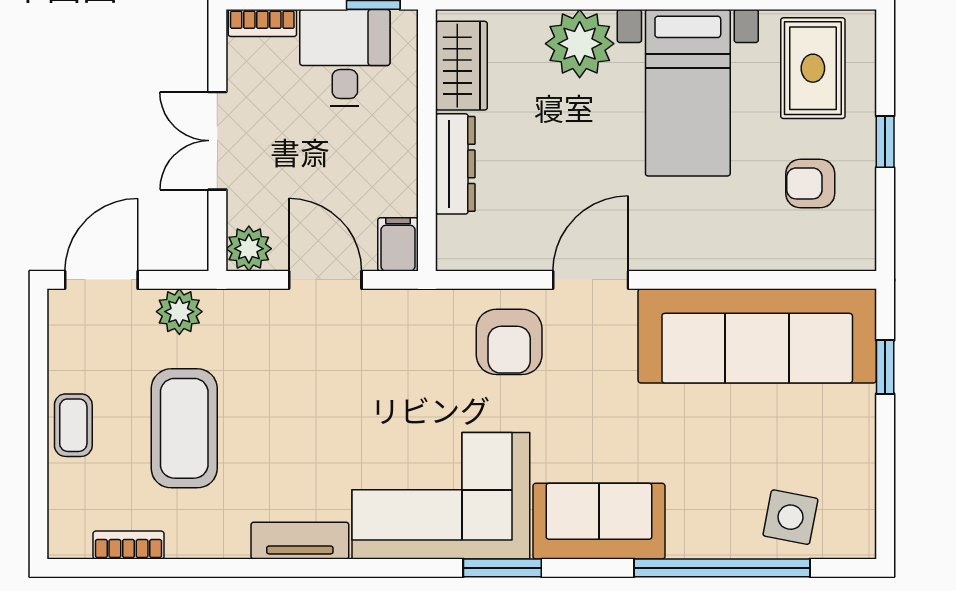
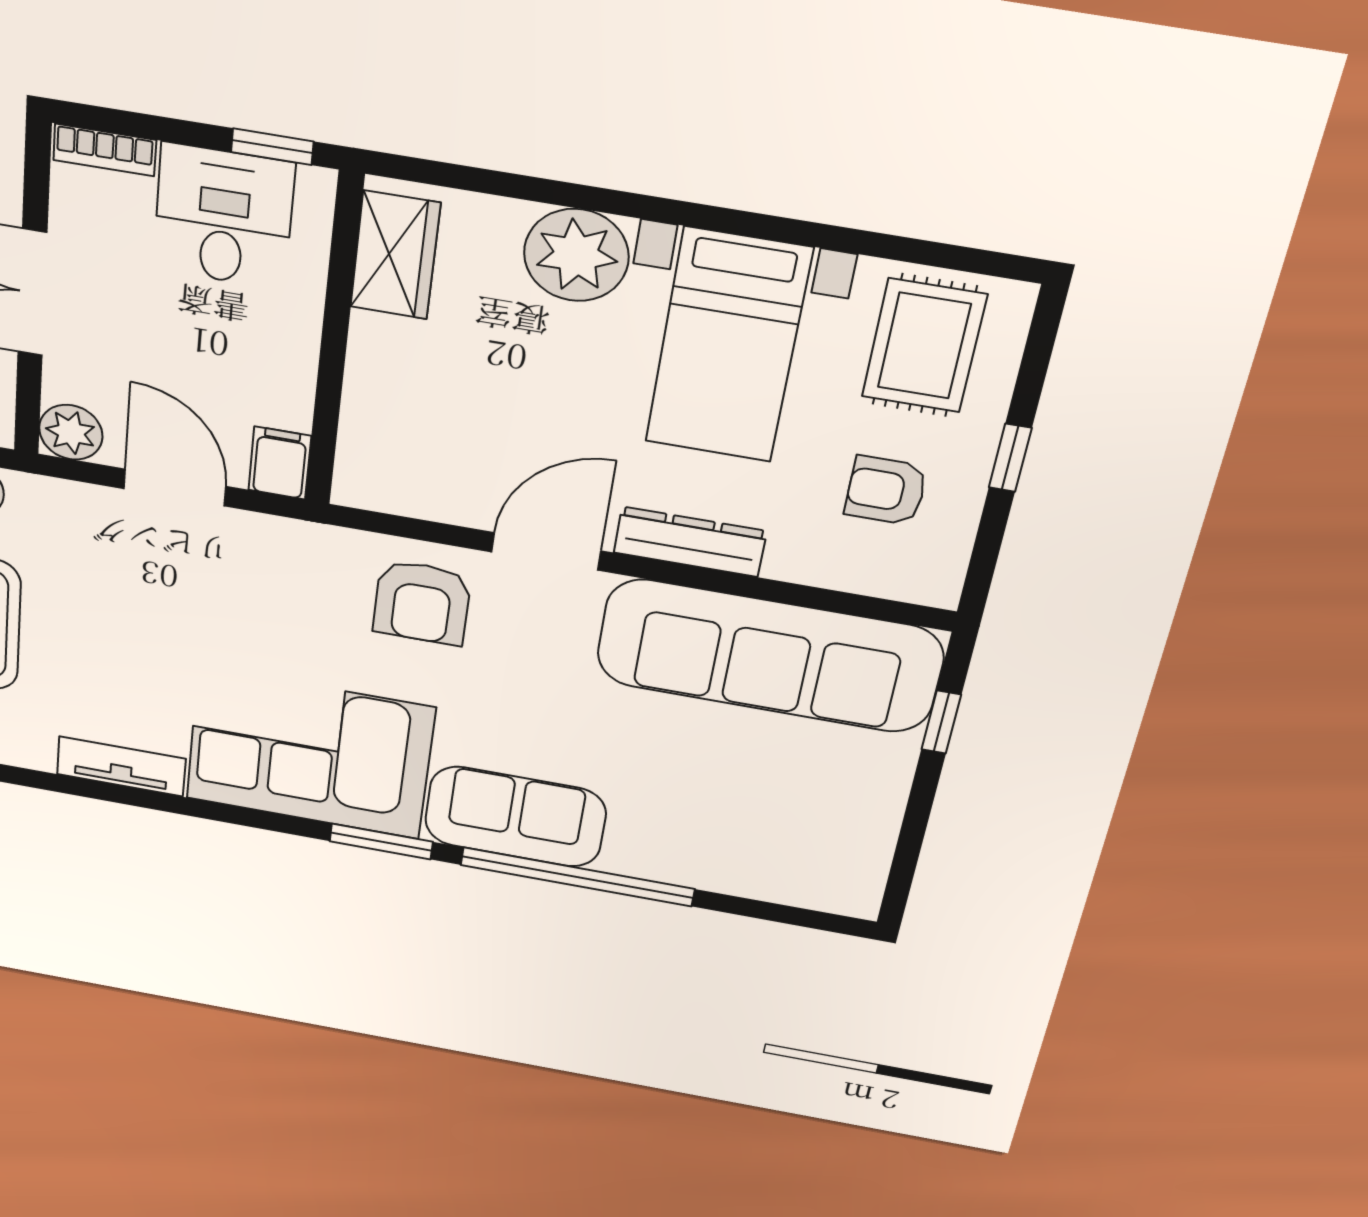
dresser: (455, 164) -> (690, 542), moved, turned -90
side table: (790, 517) -> (772, 859), removed
window: (722, 568) -> (577, 877), moved

